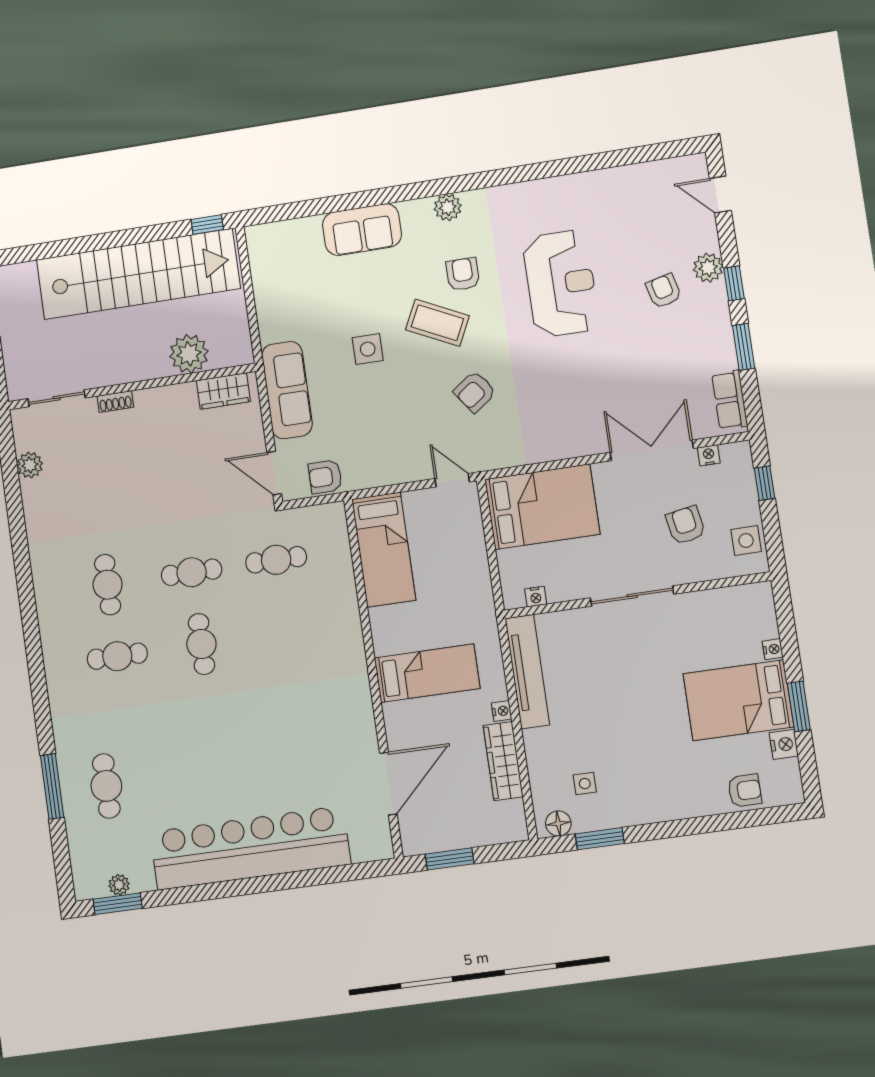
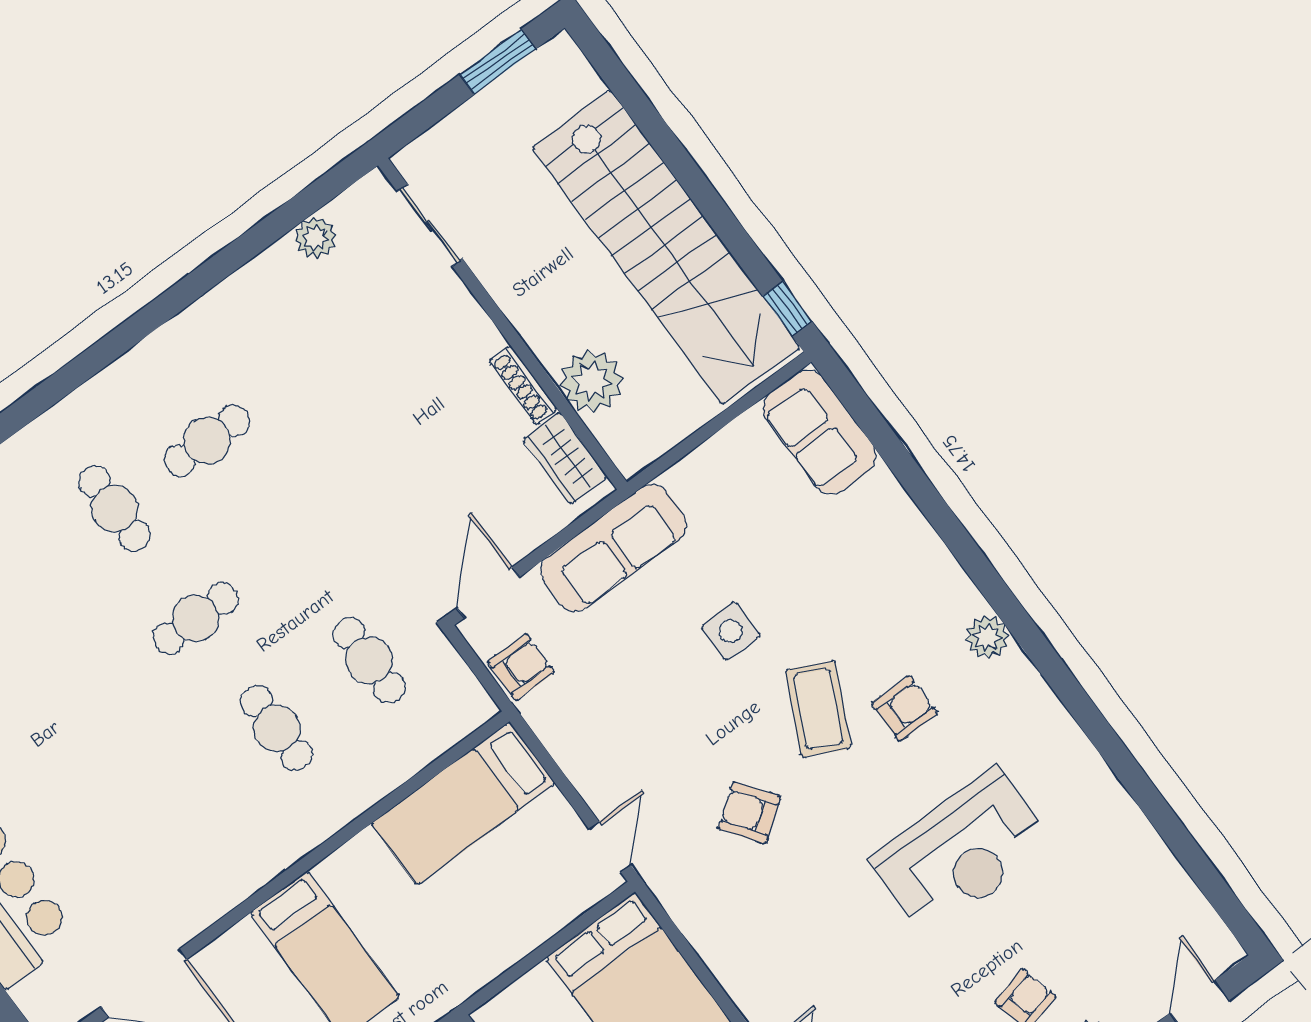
sofa: (362, 230) -> (819, 432), moved
shoe rack: (115, 402) -> (523, 385), moved, width x1.43
armchair: (325, 477) -> (521, 667), turned 90
cafe table: (192, 572) -> (277, 728), moved

